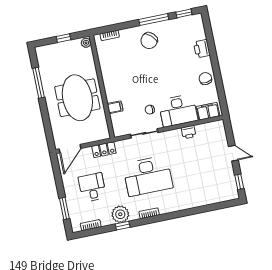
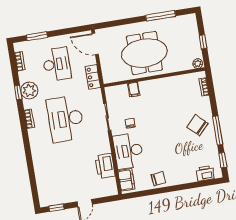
printer: (202, 49) -> (205, 173), moved
printer: (189, 132) -> (105, 166), width x1.87, depth x1.48
desk: (92, 187) -> (57, 64), width x1.37

